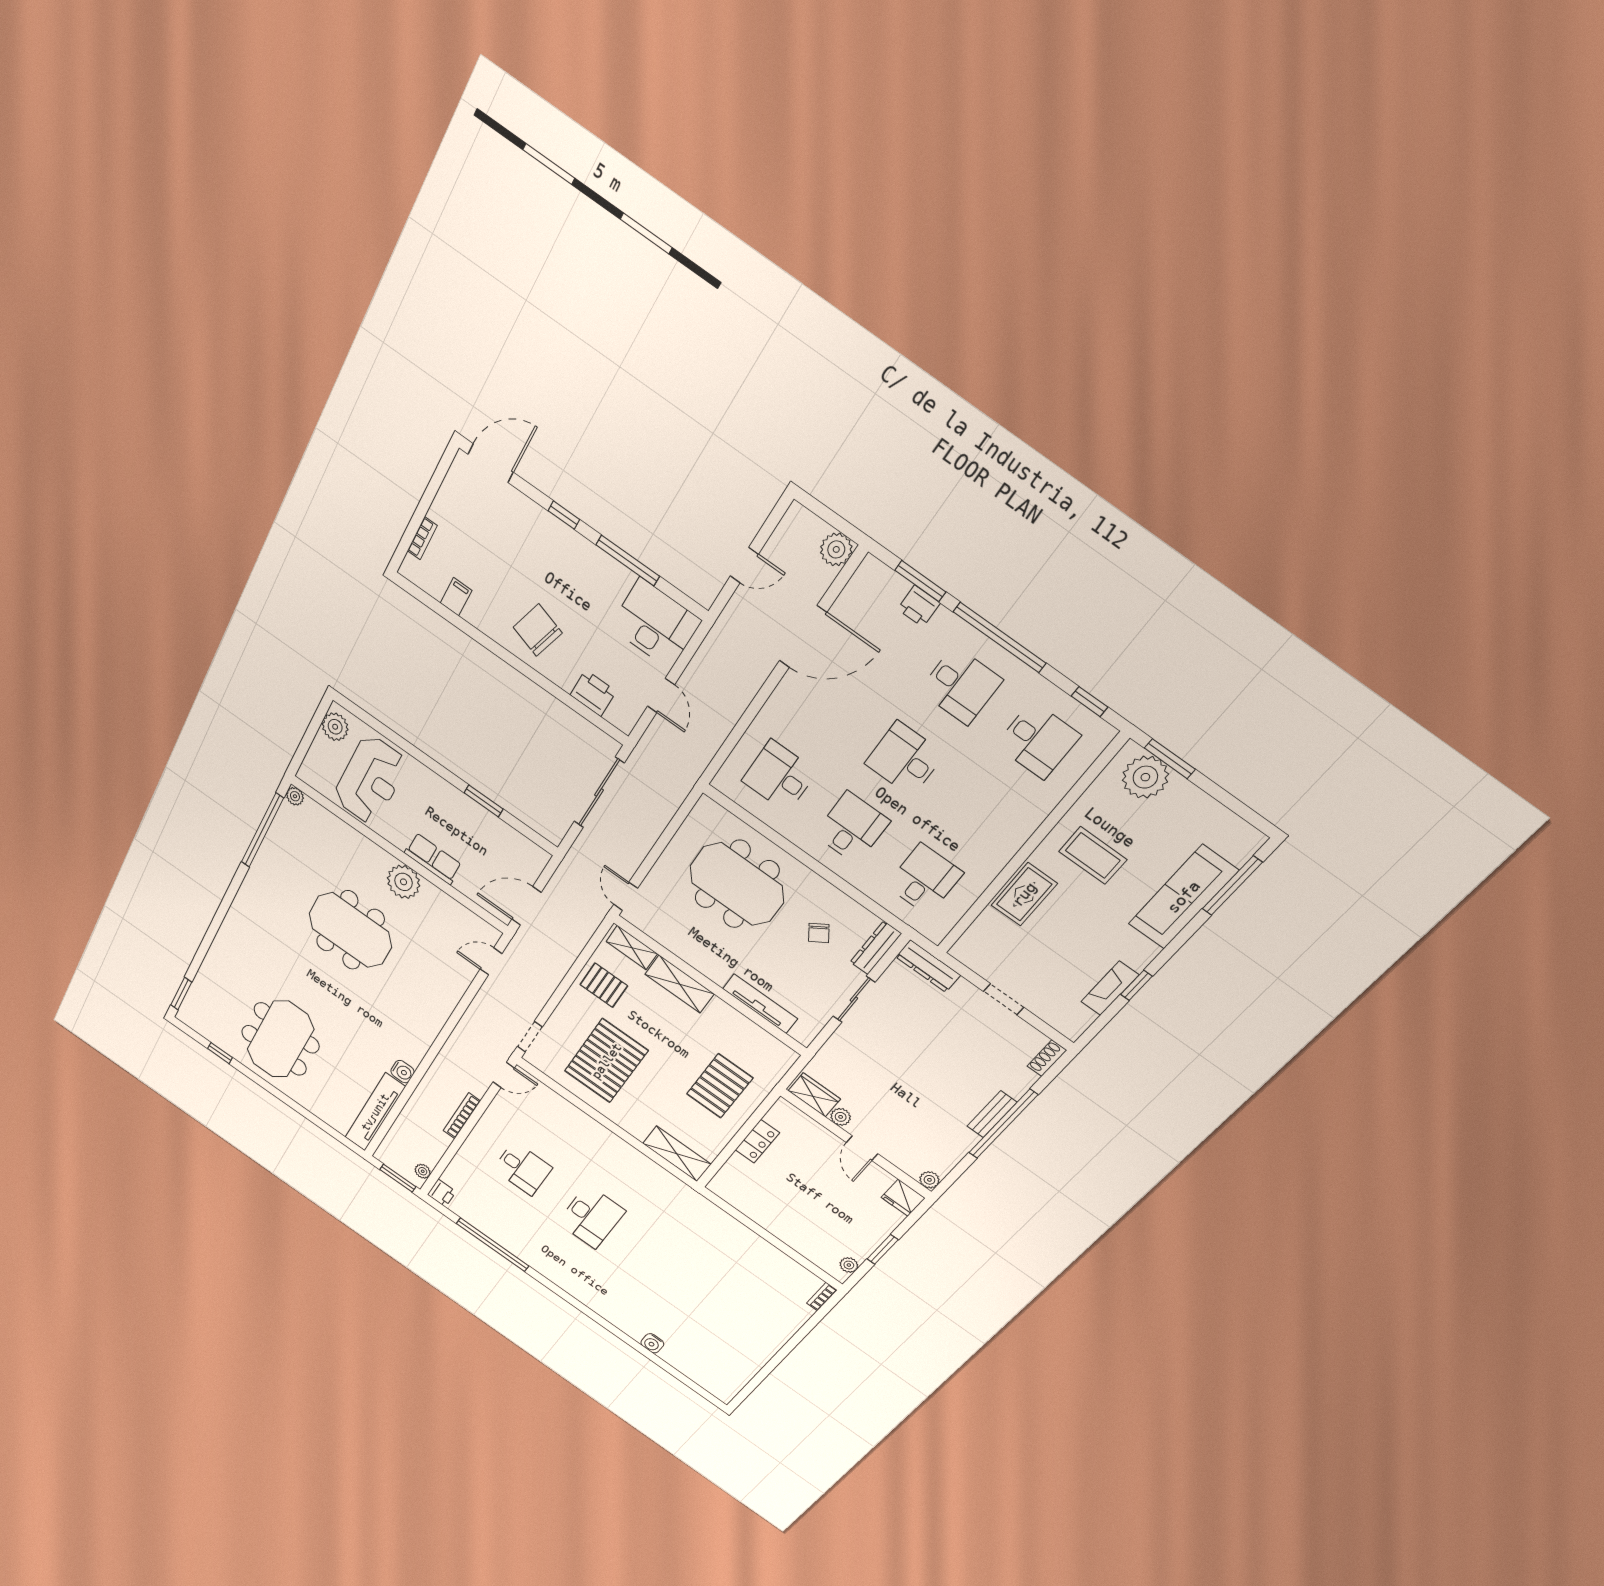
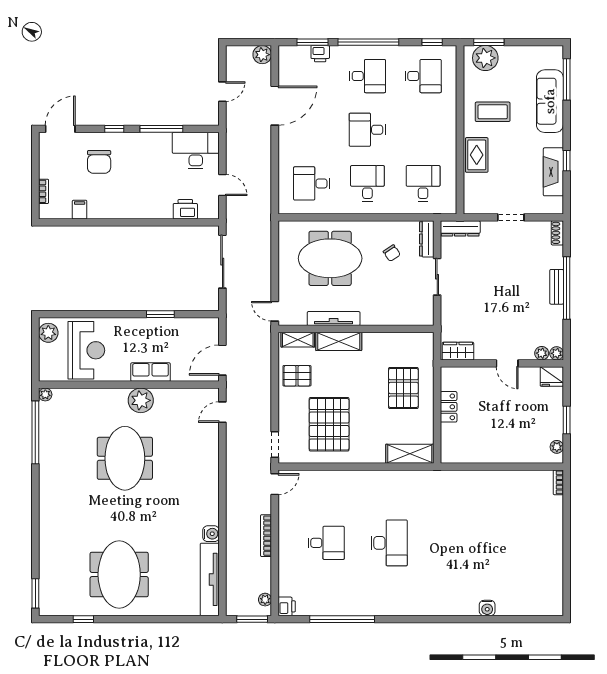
chair: (538, 630) -> (99, 162), moved, turned -107
meeting table: (350, 930) -> (125, 458), turned 90
fireplace: (1110, 988) -> (553, 172), width x1.37, depth x1.32
tv unit: (760, 1004) -> (334, 319), moved
plant: (841, 1117) -> (542, 353), moved

